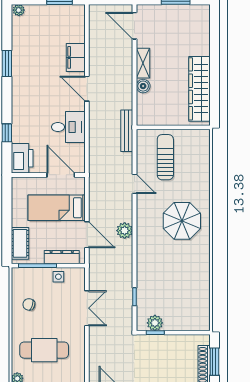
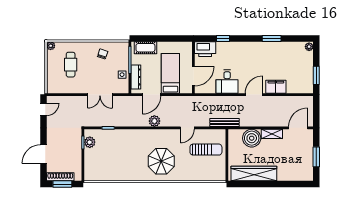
boiler: (143, 86) -> (252, 138), width x1.86, depth x1.86
cafe table: (44, 350) -> (71, 65), width x0.73, depth x0.74

